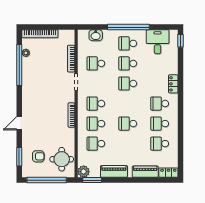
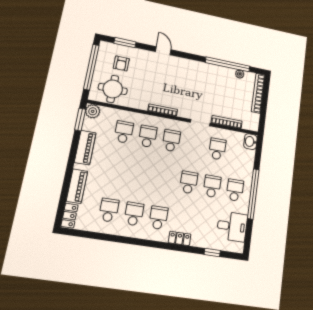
washbasin: (96, 35) -> (250, 142), moved
window: (180, 41) -> (212, 252), moved
school desk: (128, 124) -> (141, 174), removed

